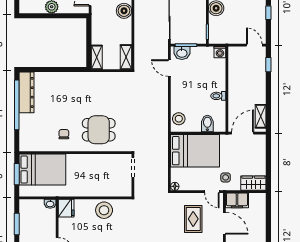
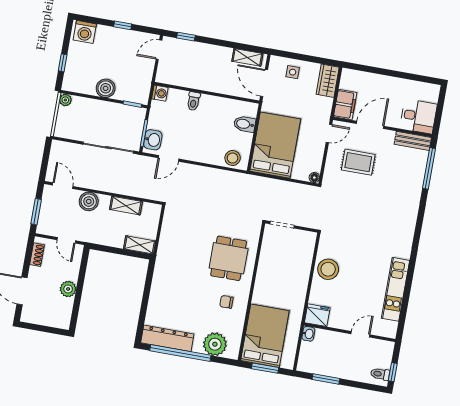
shelving: (126, 57) -> (126, 206), moved
toilet: (218, 96) -> (194, 101), moved
plant: (29, 131) -> (215, 344), added
side table: (226, 177) -> (293, 72), moved

